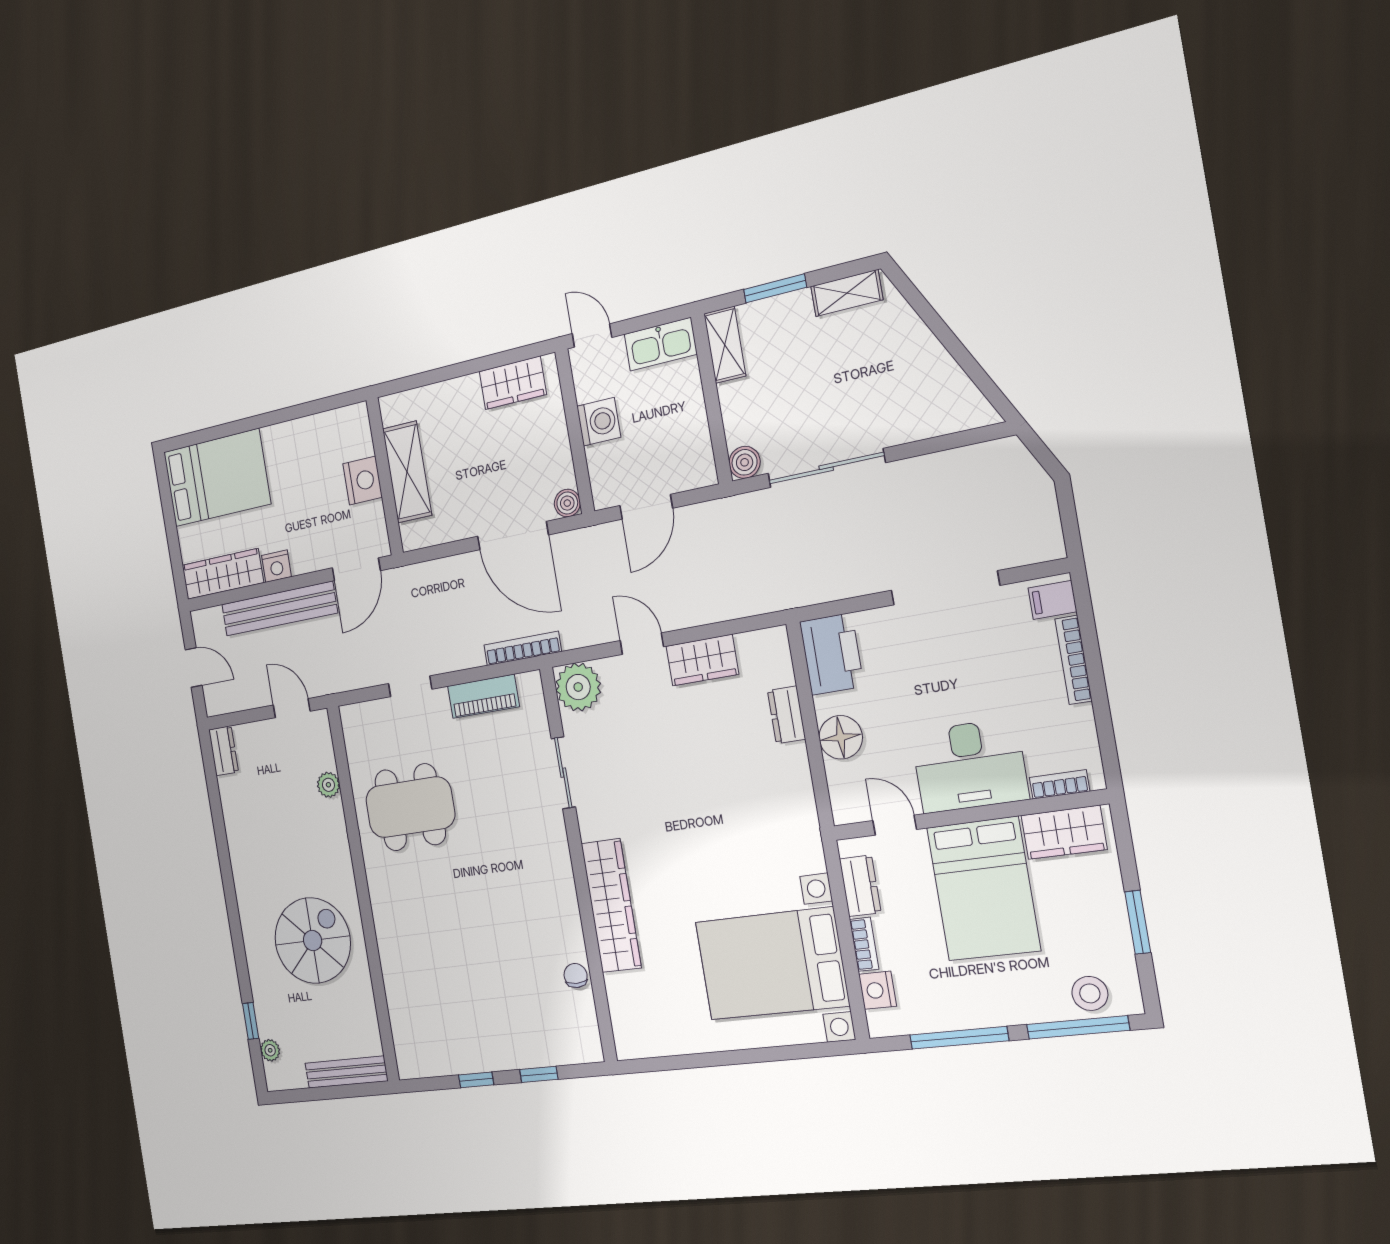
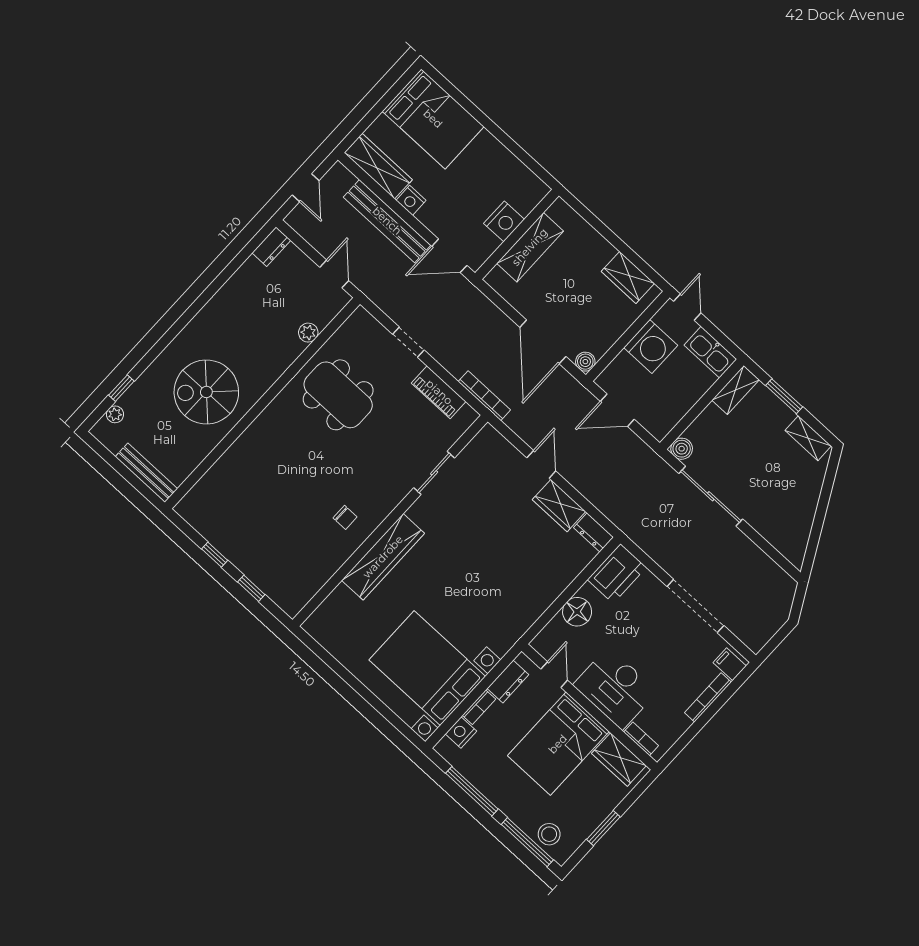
washing machine: (599, 422) -> (651, 347), width x1.37, depth x1.37
plant: (578, 687) -> (489, 445), removed
dresser: (786, 715) -> (594, 532), moved, turned -90
spiral stairs: (313, 941) -> (206, 392), turned 180
chair: (576, 976) -> (345, 517), moved, turned 90

